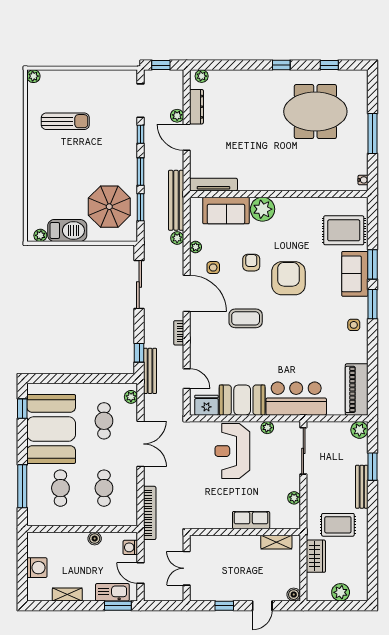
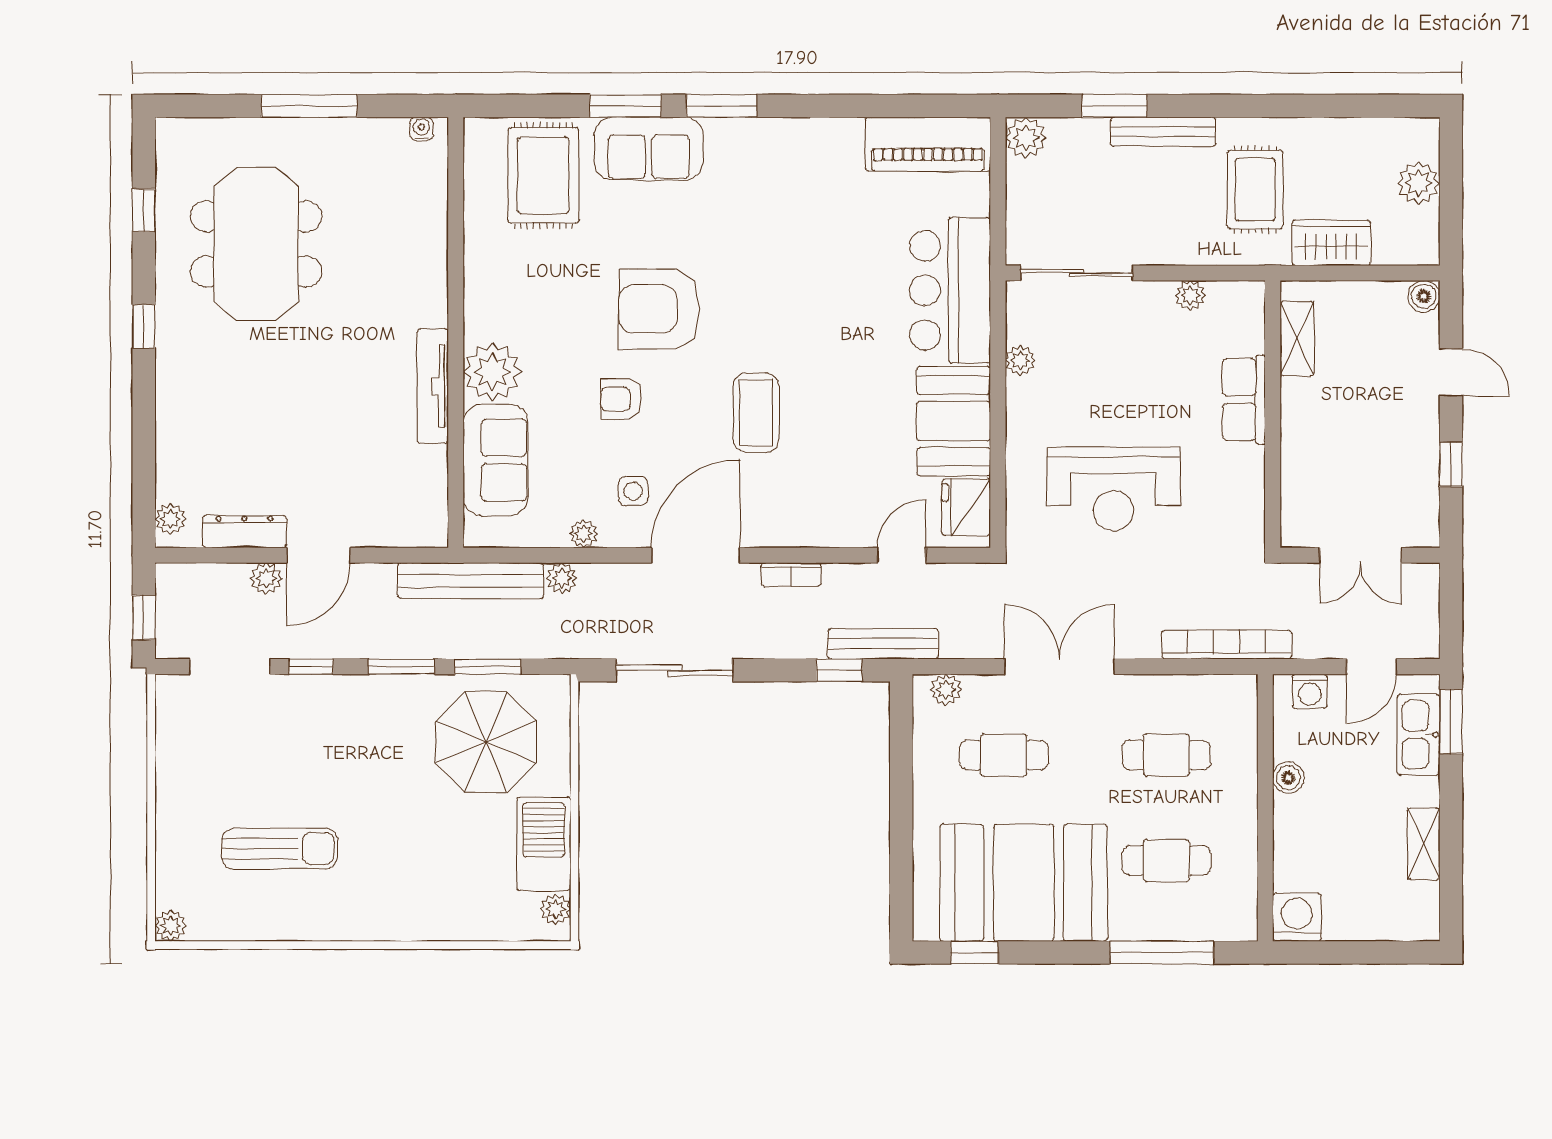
sun lounger: (65, 121) -> (280, 849), turned 90
tv unit: (213, 185) -> (433, 386), moved
side table: (354, 325) -> (772, 151), removed
reception desk: (232, 451) -> (1113, 489), moved
washing machine: (37, 568) -> (1297, 917), moved

